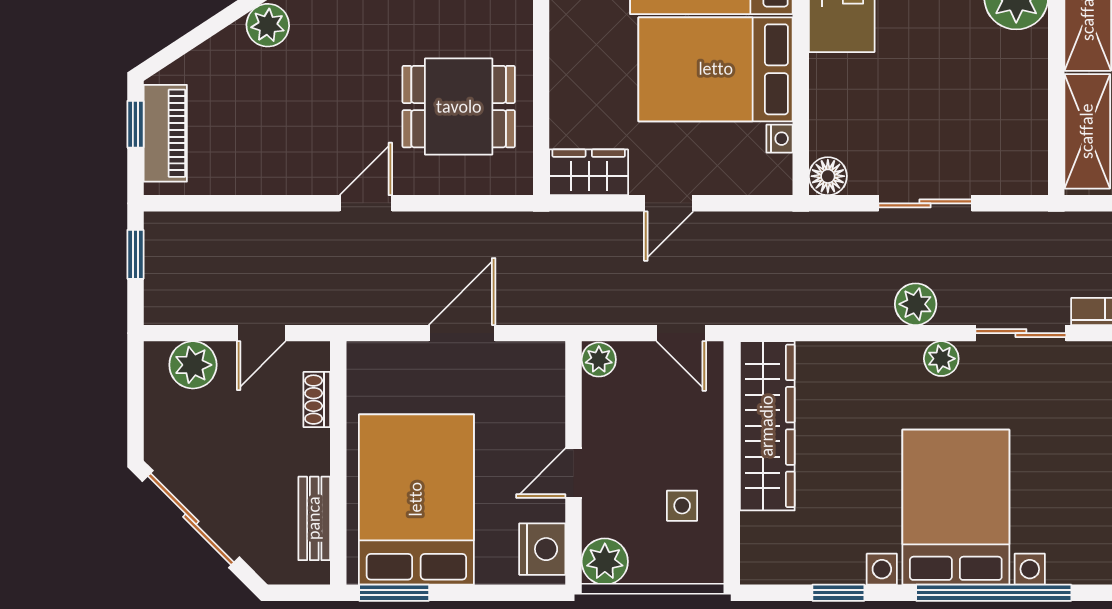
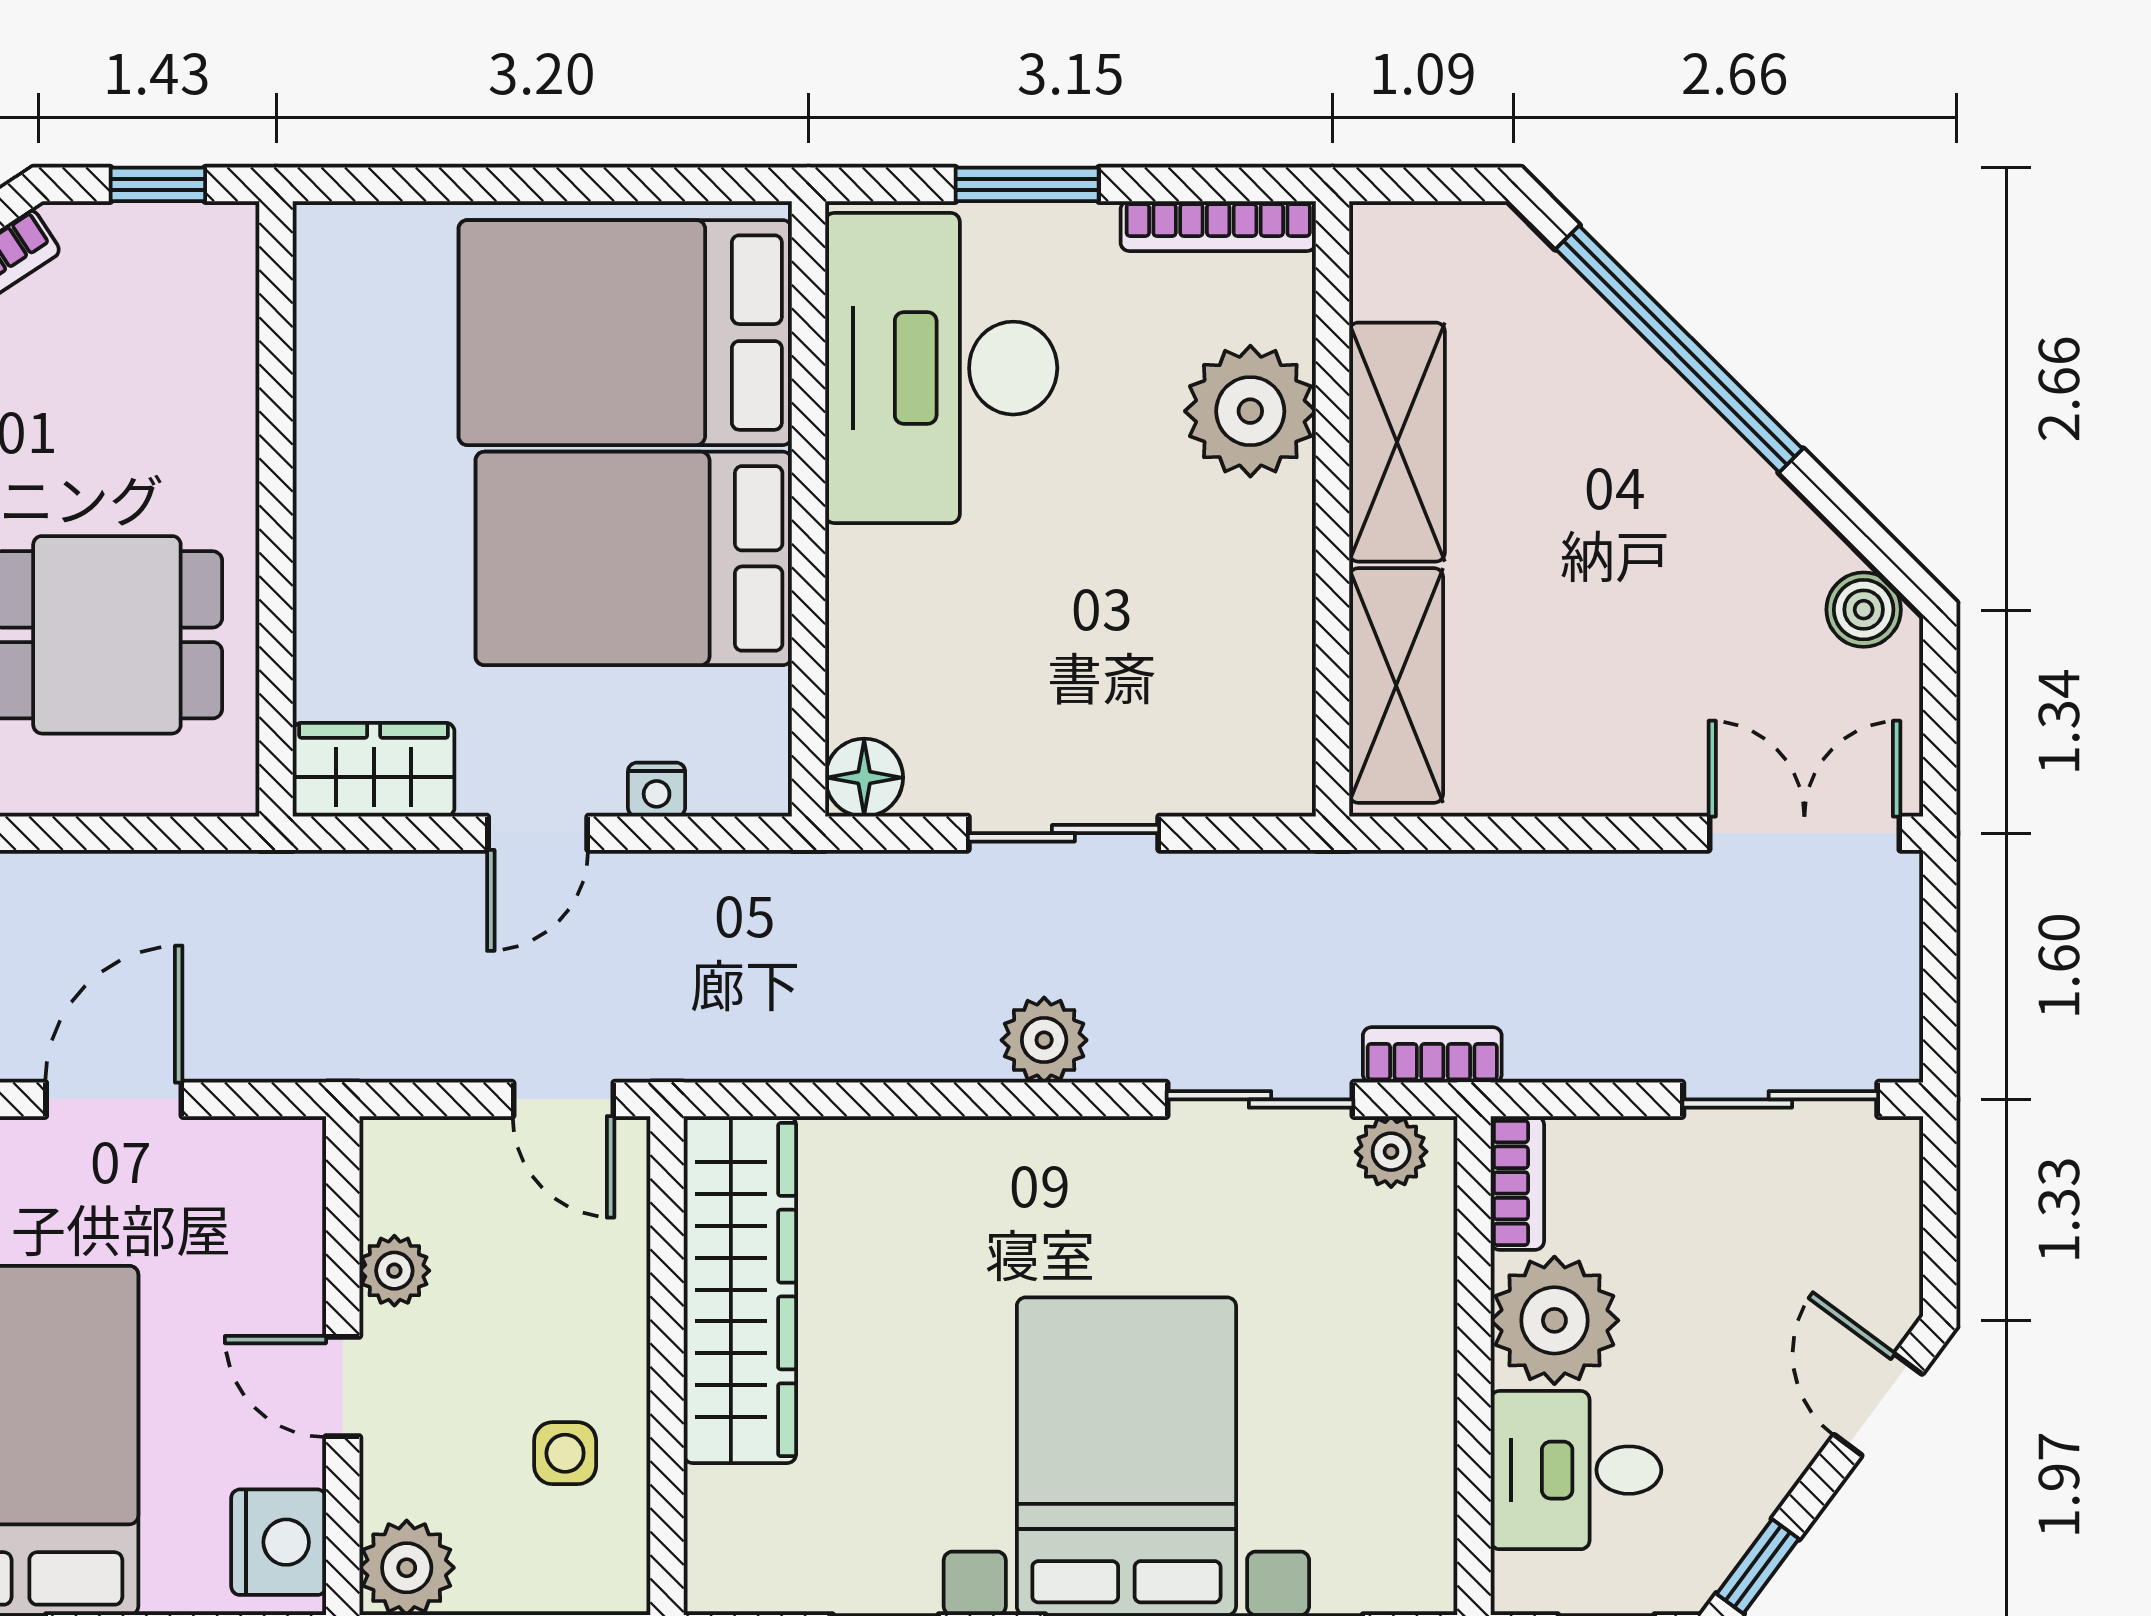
nightstand: (779, 139) -> (657, 790), moved, turned 90
plant: (941, 359) -> (1391, 1152), moved
plant: (599, 360) -> (394, 1271), moved
door: (574, 473) -> (343, 1386), hinge flipped

